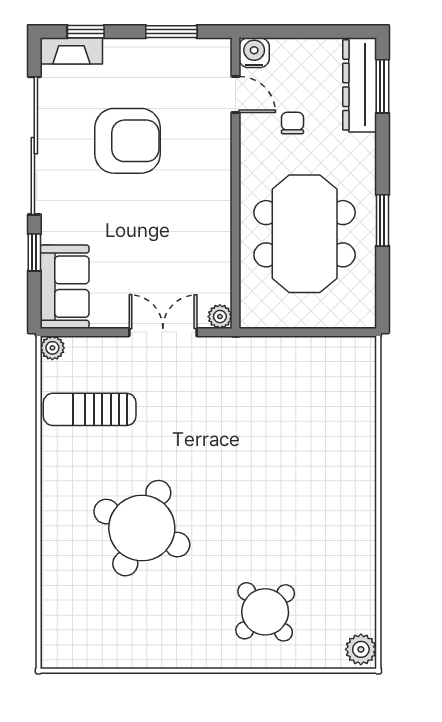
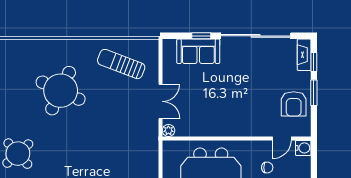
window: (171, 32) -> (314, 93), moved
armchair: (128, 141) -> (294, 104), moved, width x0.73, depth x0.73
sofa: (65, 287) -> (198, 51), moved
plant: (52, 348) -> (153, 45), removed
sun lounger: (90, 409) -> (121, 64), turned -69

